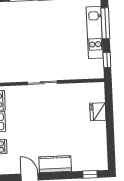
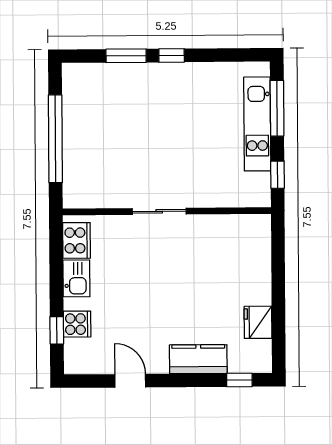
fridge: (98, 112) -> (258, 322), moved
kitchen counter: (55, 164) -> (198, 359), moved

